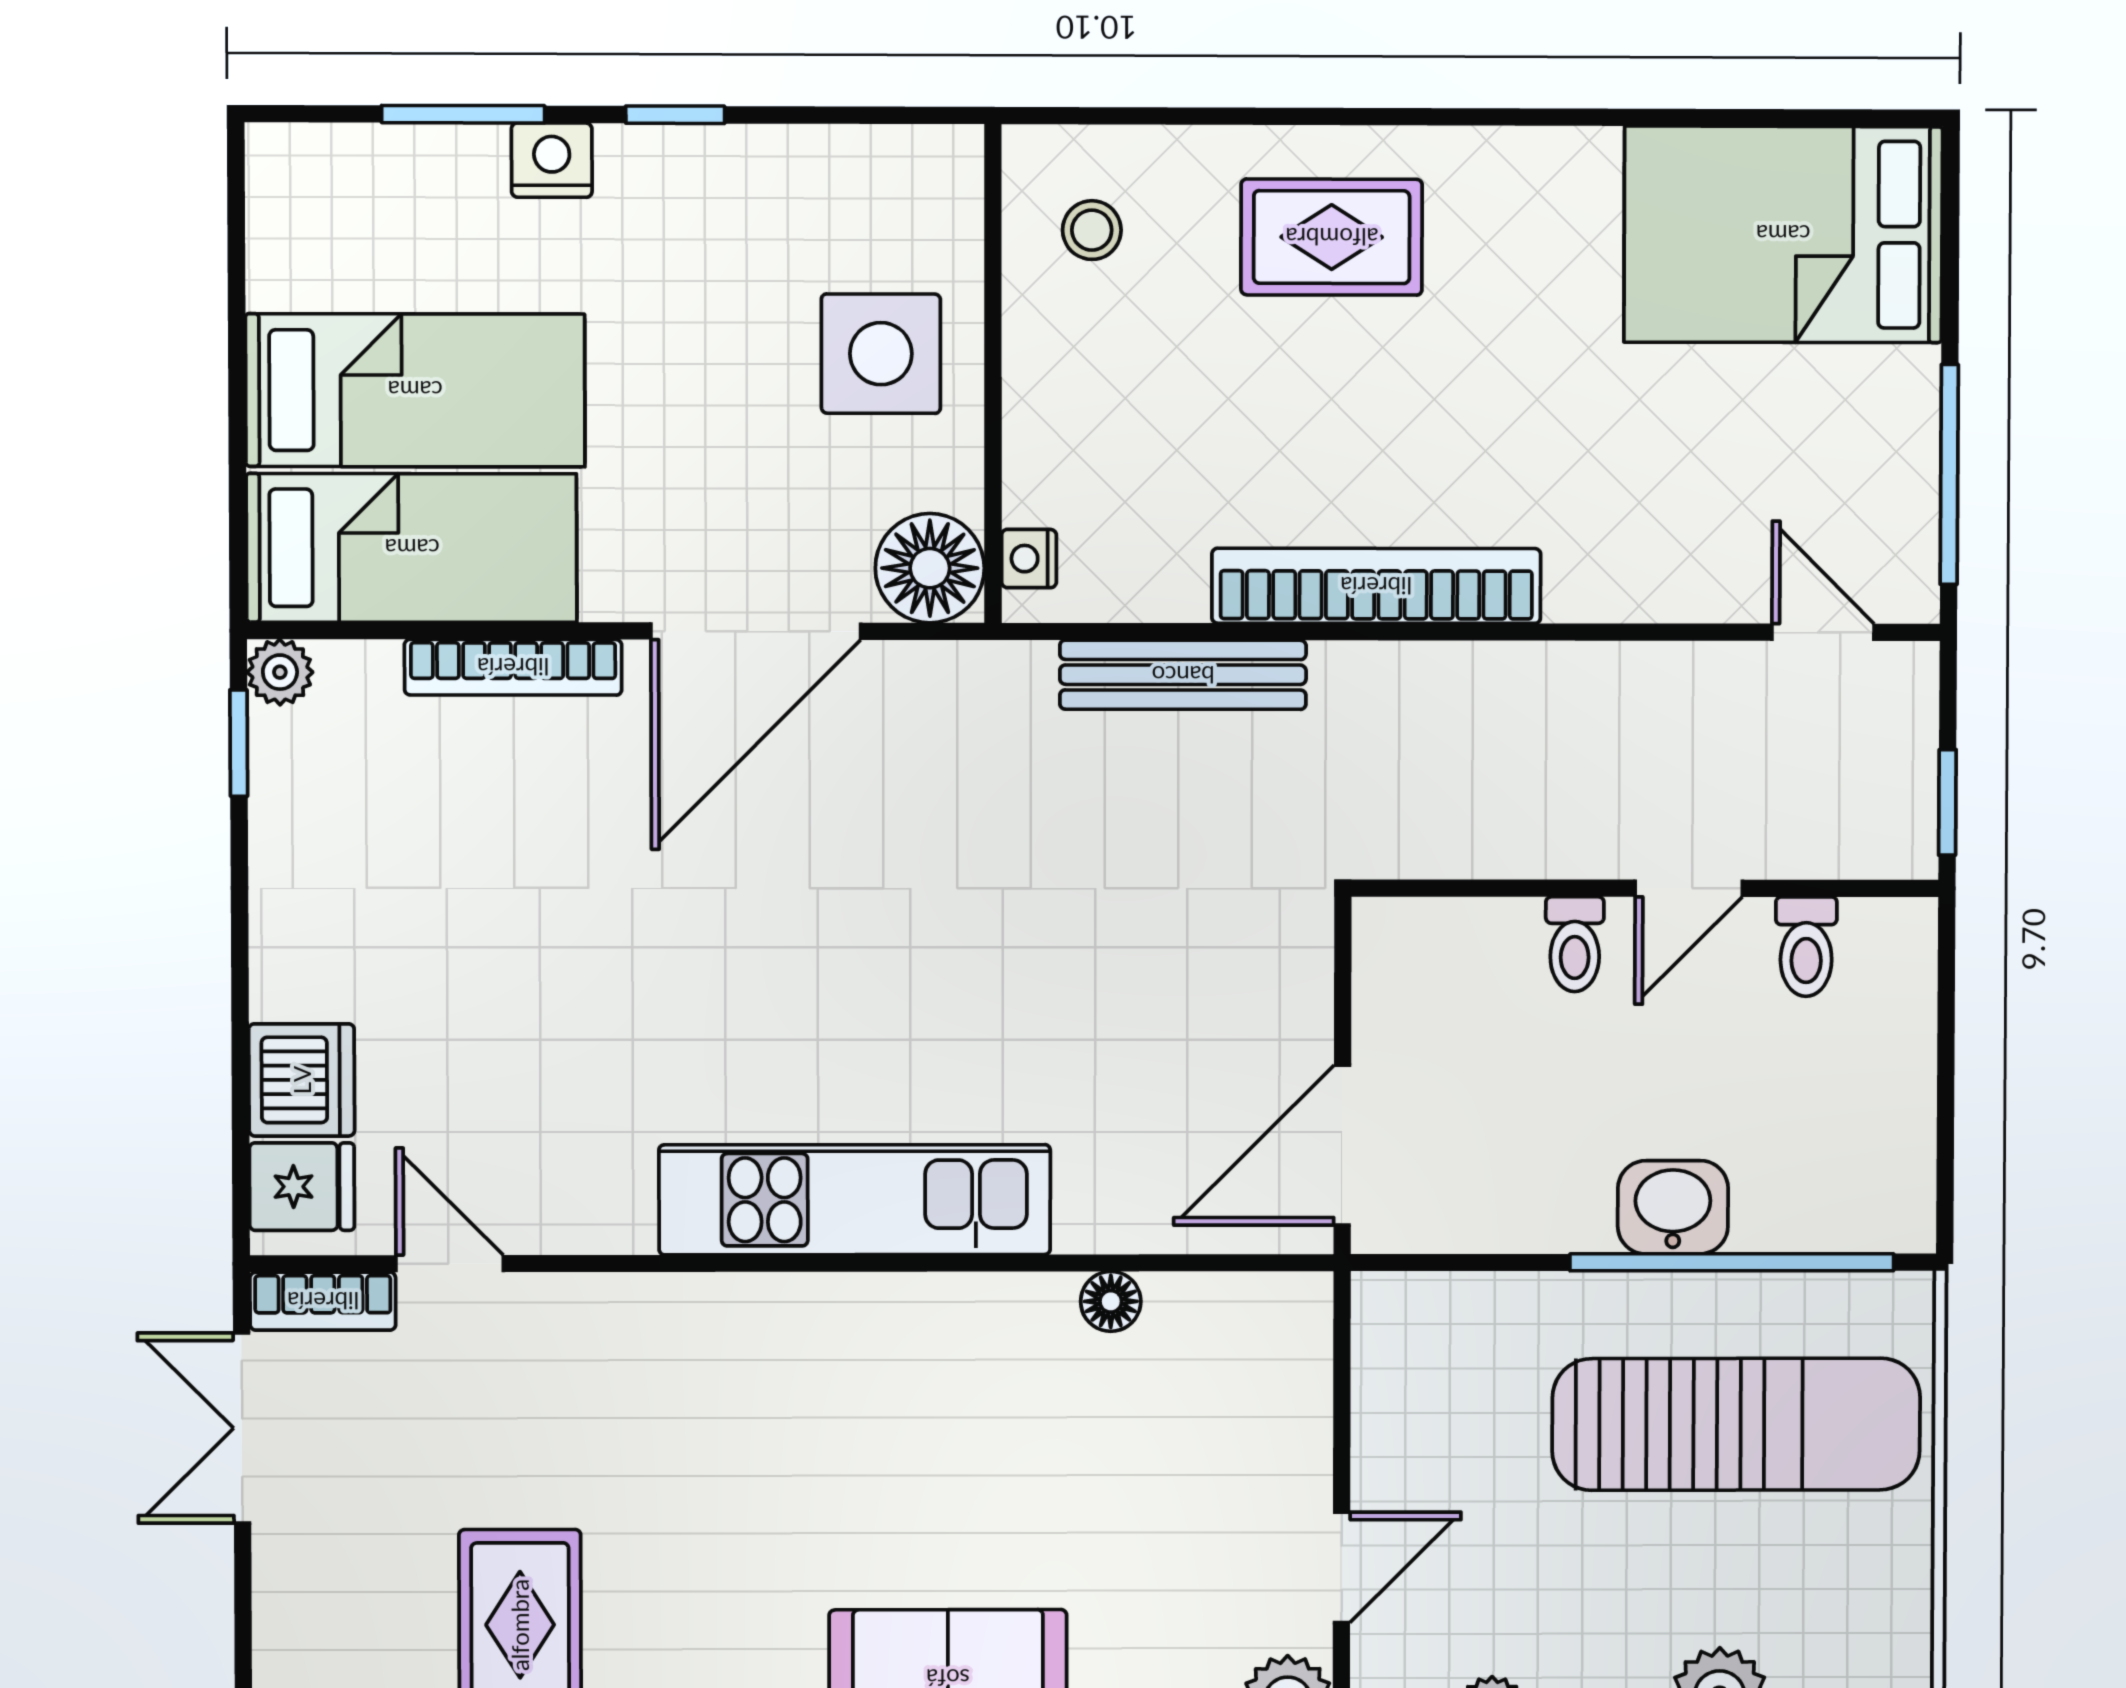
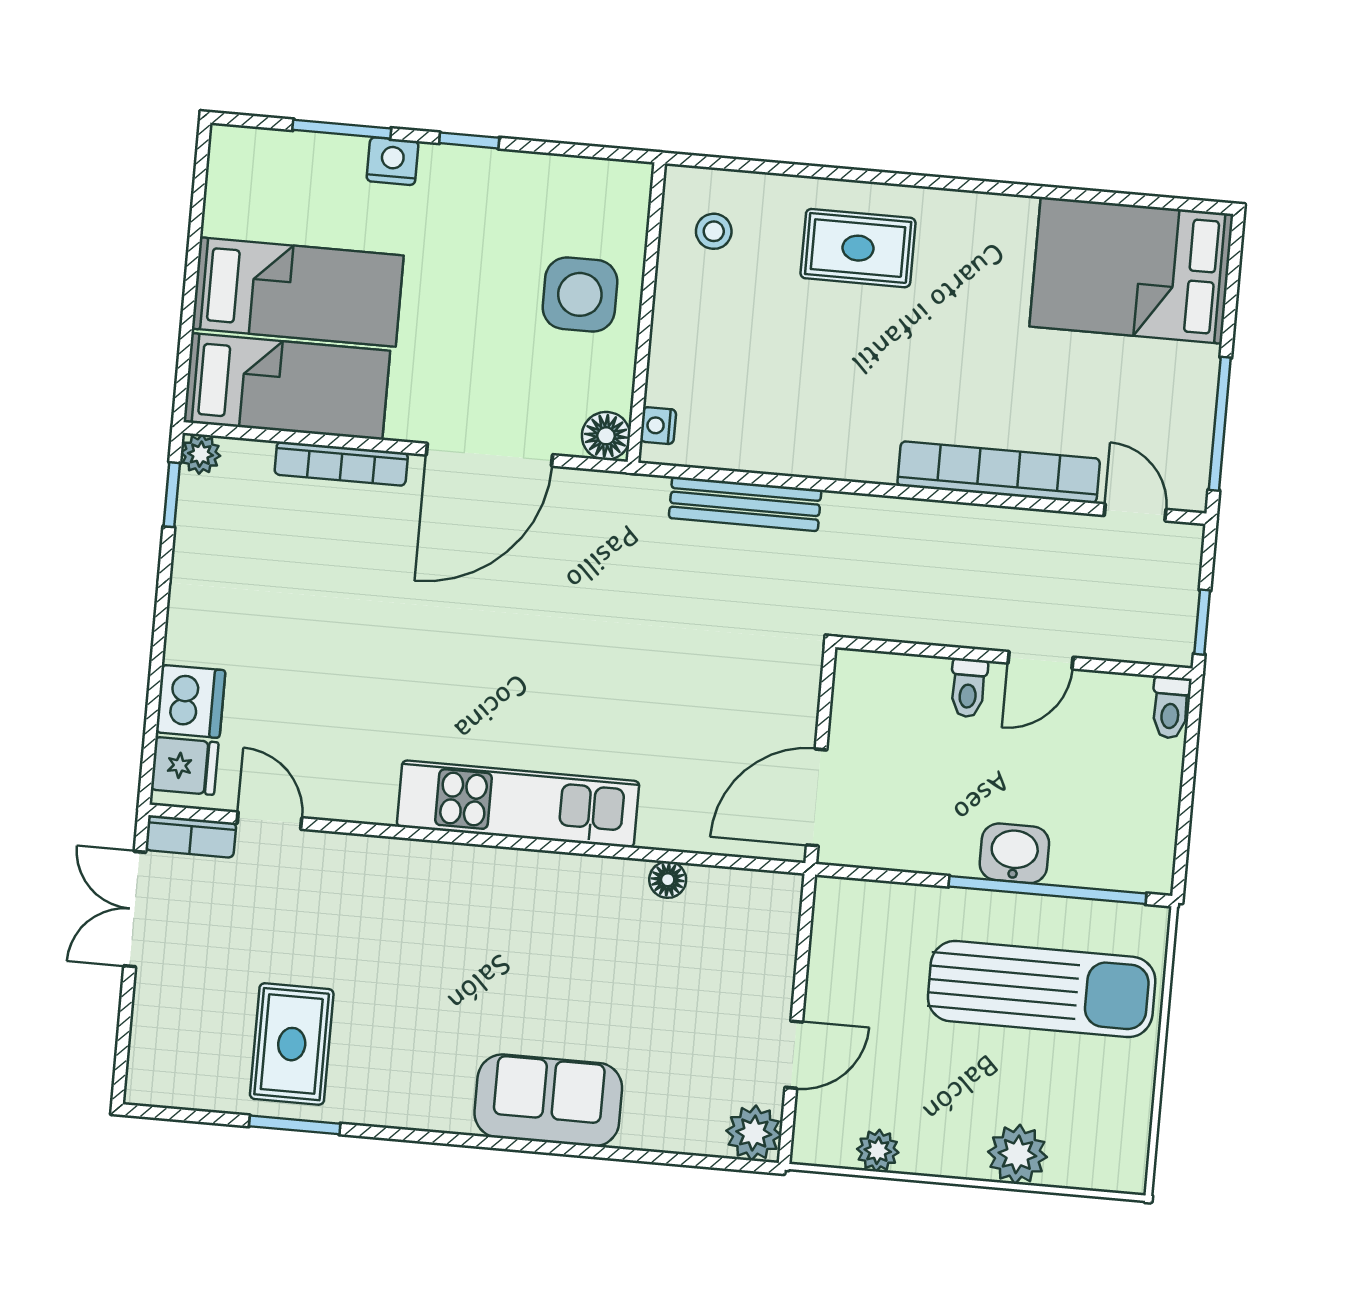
floor lamp: (930, 568) -> (606, 436), width x0.73, depth x0.73
bookcase: (1376, 586) -> (999, 472), moved
toilet: (1806, 947) -> (1171, 708), moved

